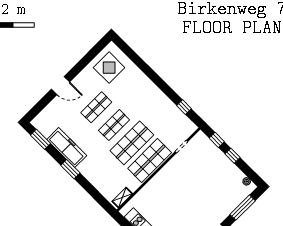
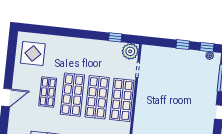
shop shelf: (114, 125) -> (72, 95), width x1.43, depth x1.36
plant: (187, 128) -> (130, 51), added
window: (217, 140) -> (207, 47), moved

